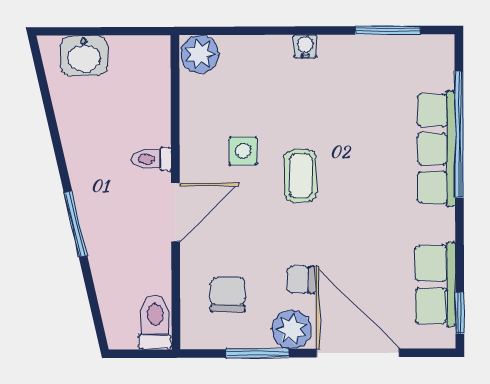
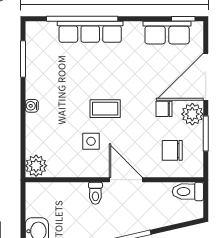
chair: (301, 280) -> (164, 109), turned 90

